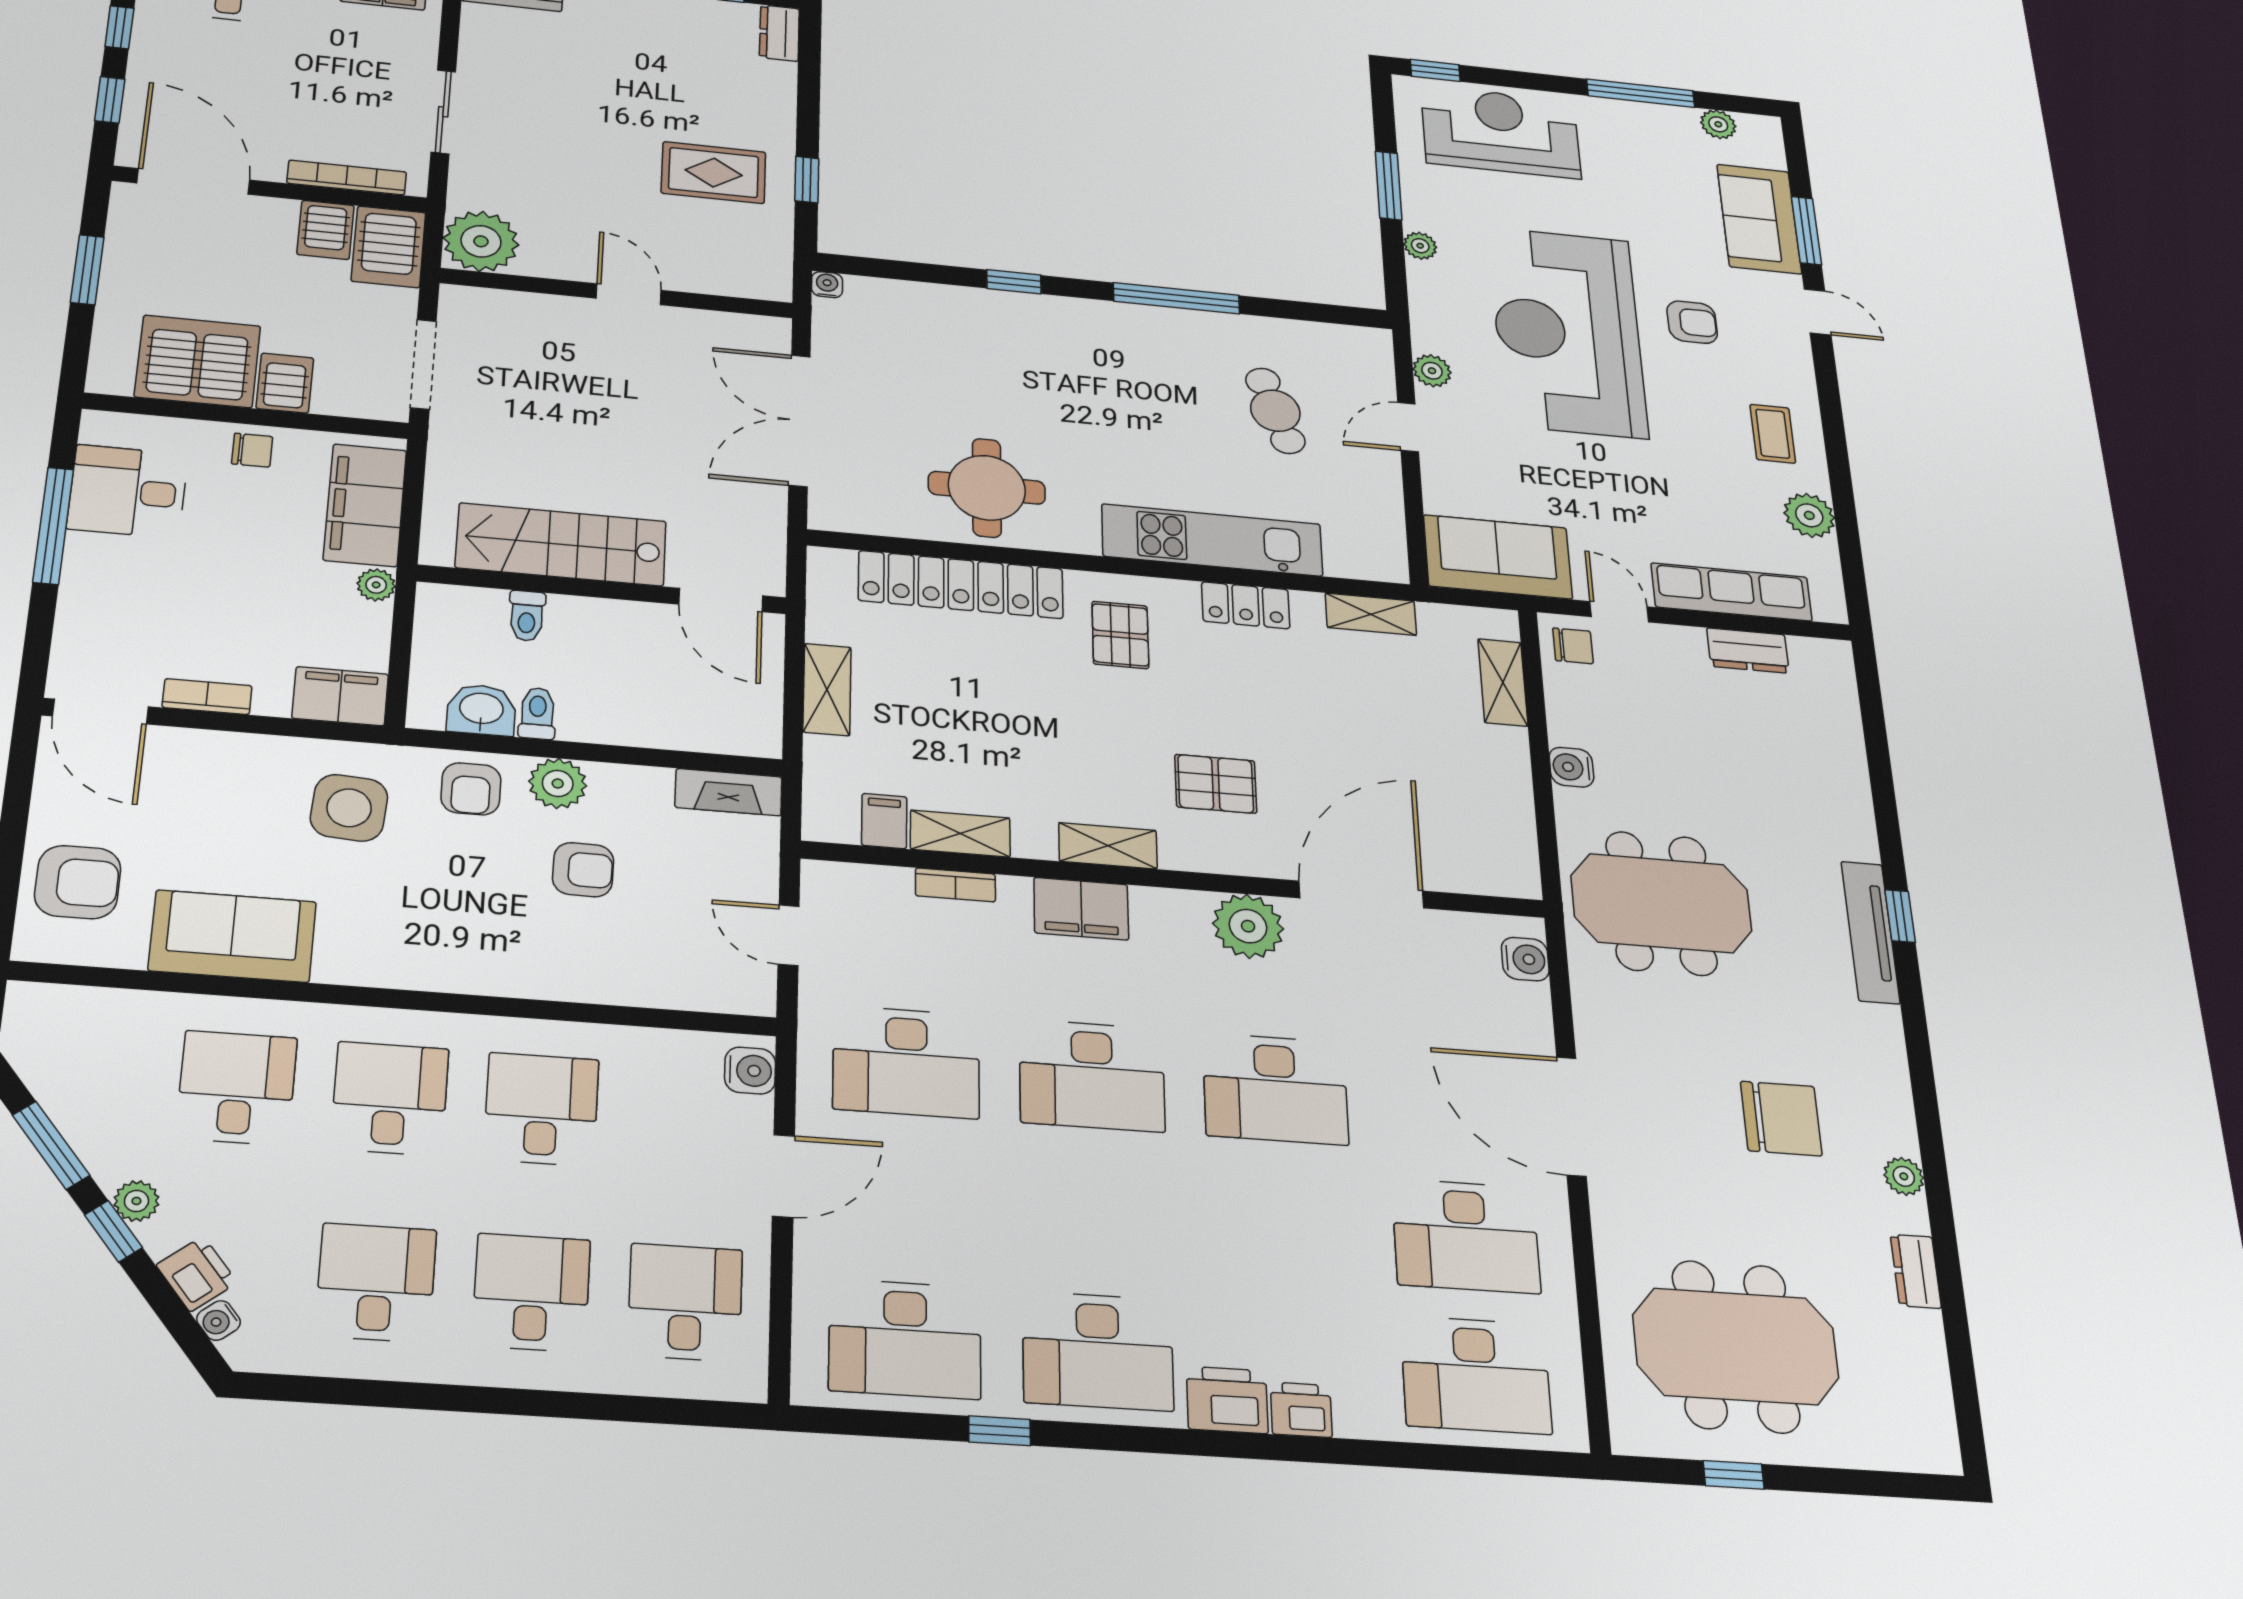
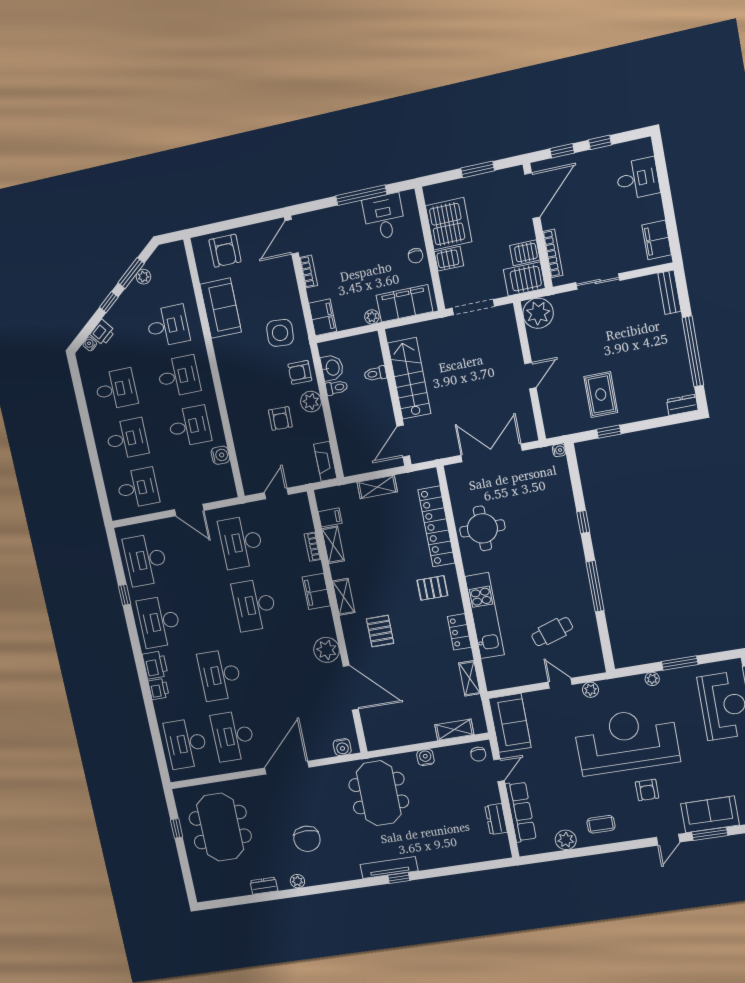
water cooler: (750, 1071) -> (220, 455), moved, turned -90
desk: (1275, 1089) -> (220, 675), moved
plant: (136, 1201) -> (143, 277), moved

